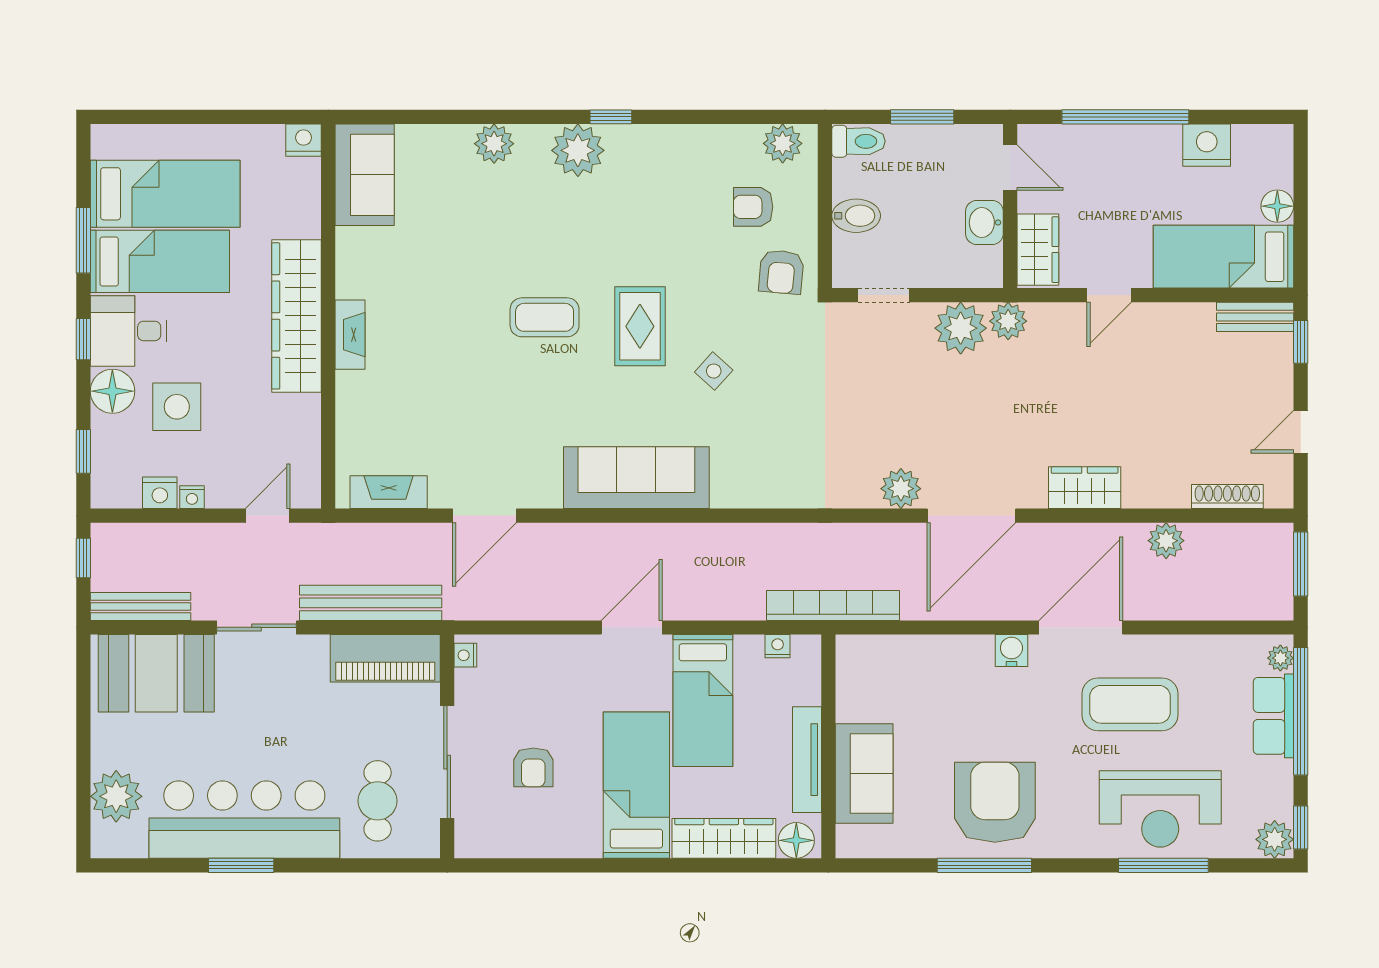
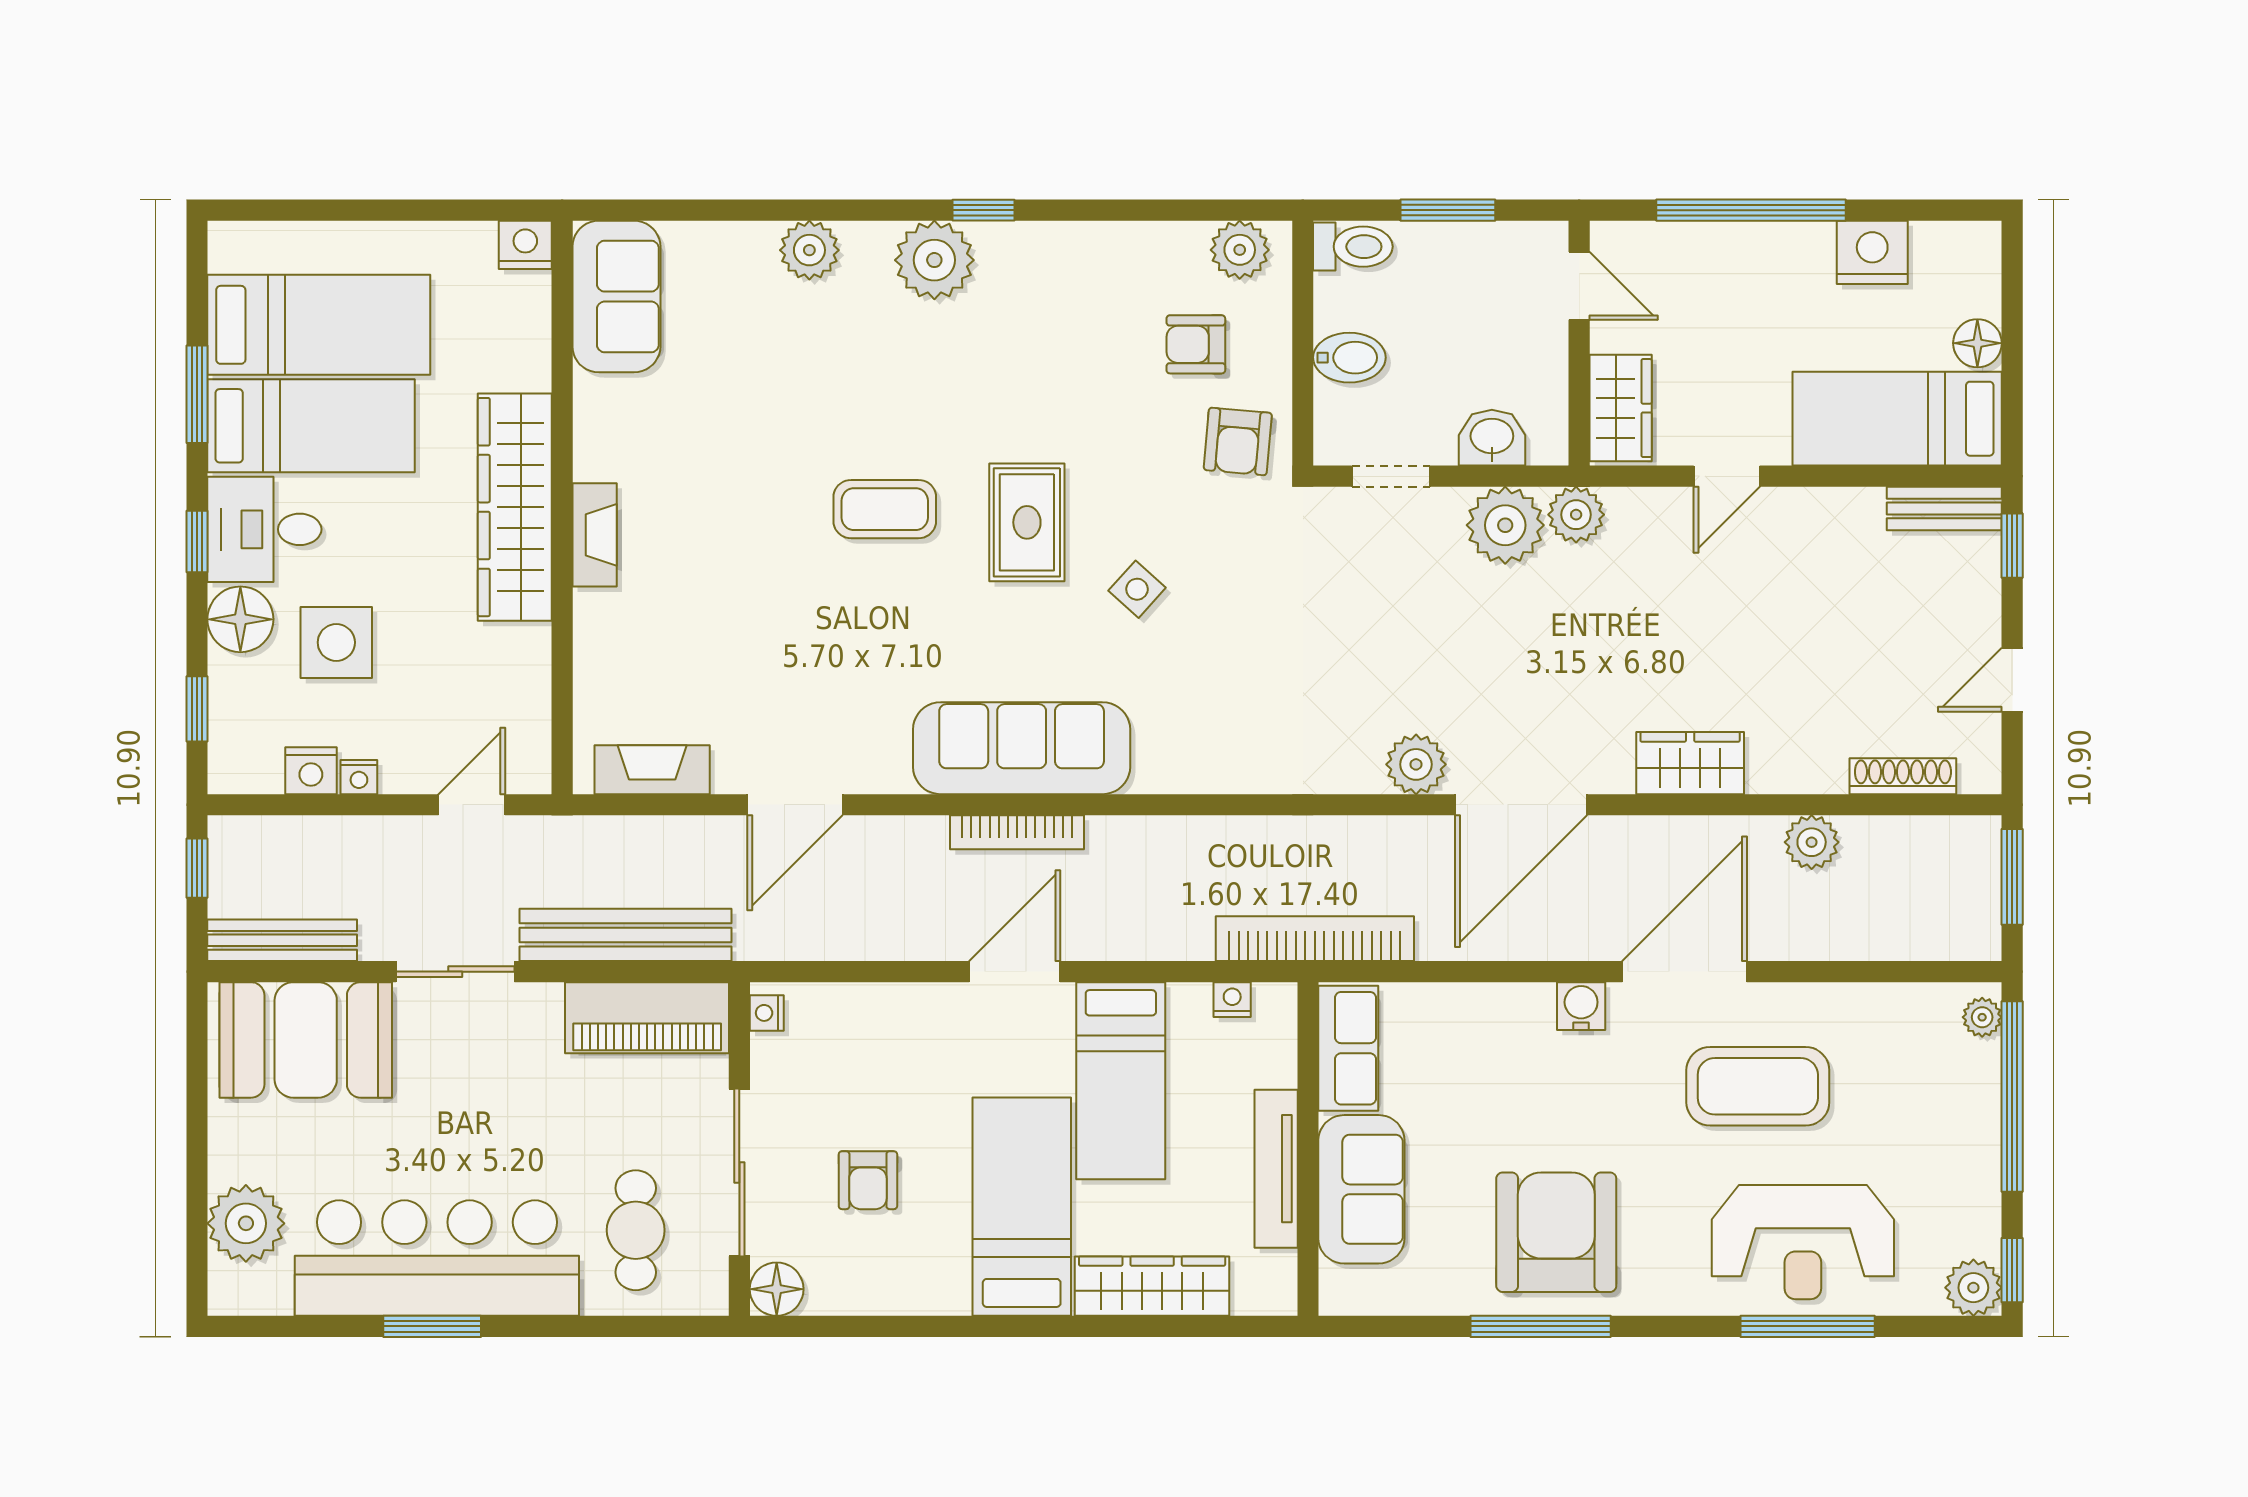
washbasin: (984, 222) -> (1492, 438), moved, turned 90
bookcase: (633, 534) -> (1017, 832), added
row of seats: (1273, 716) -> (1348, 1048), moved, turned 180
floor lamp: (796, 840) -> (777, 1289), moved

